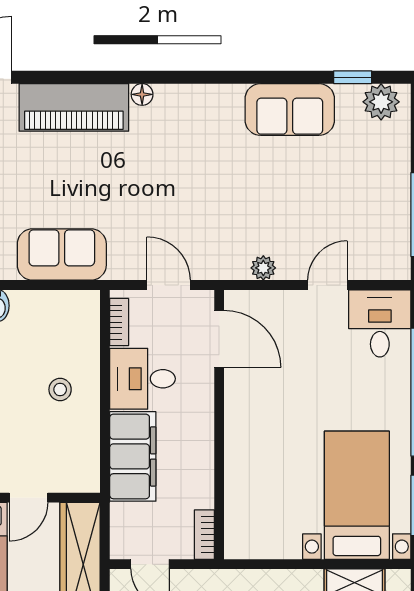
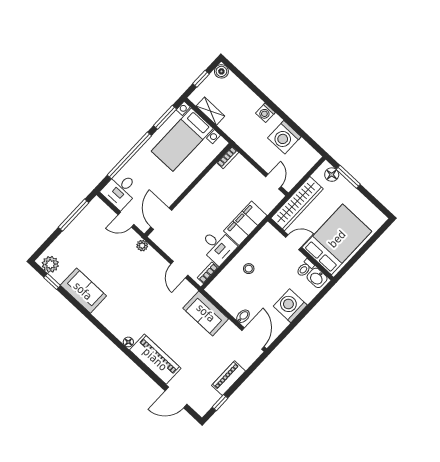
door: (219, 339) -> (161, 219), moved
wall: (219, 425) -> (188, 190), moved
bookcase: (204, 535) -> (228, 157), moved

